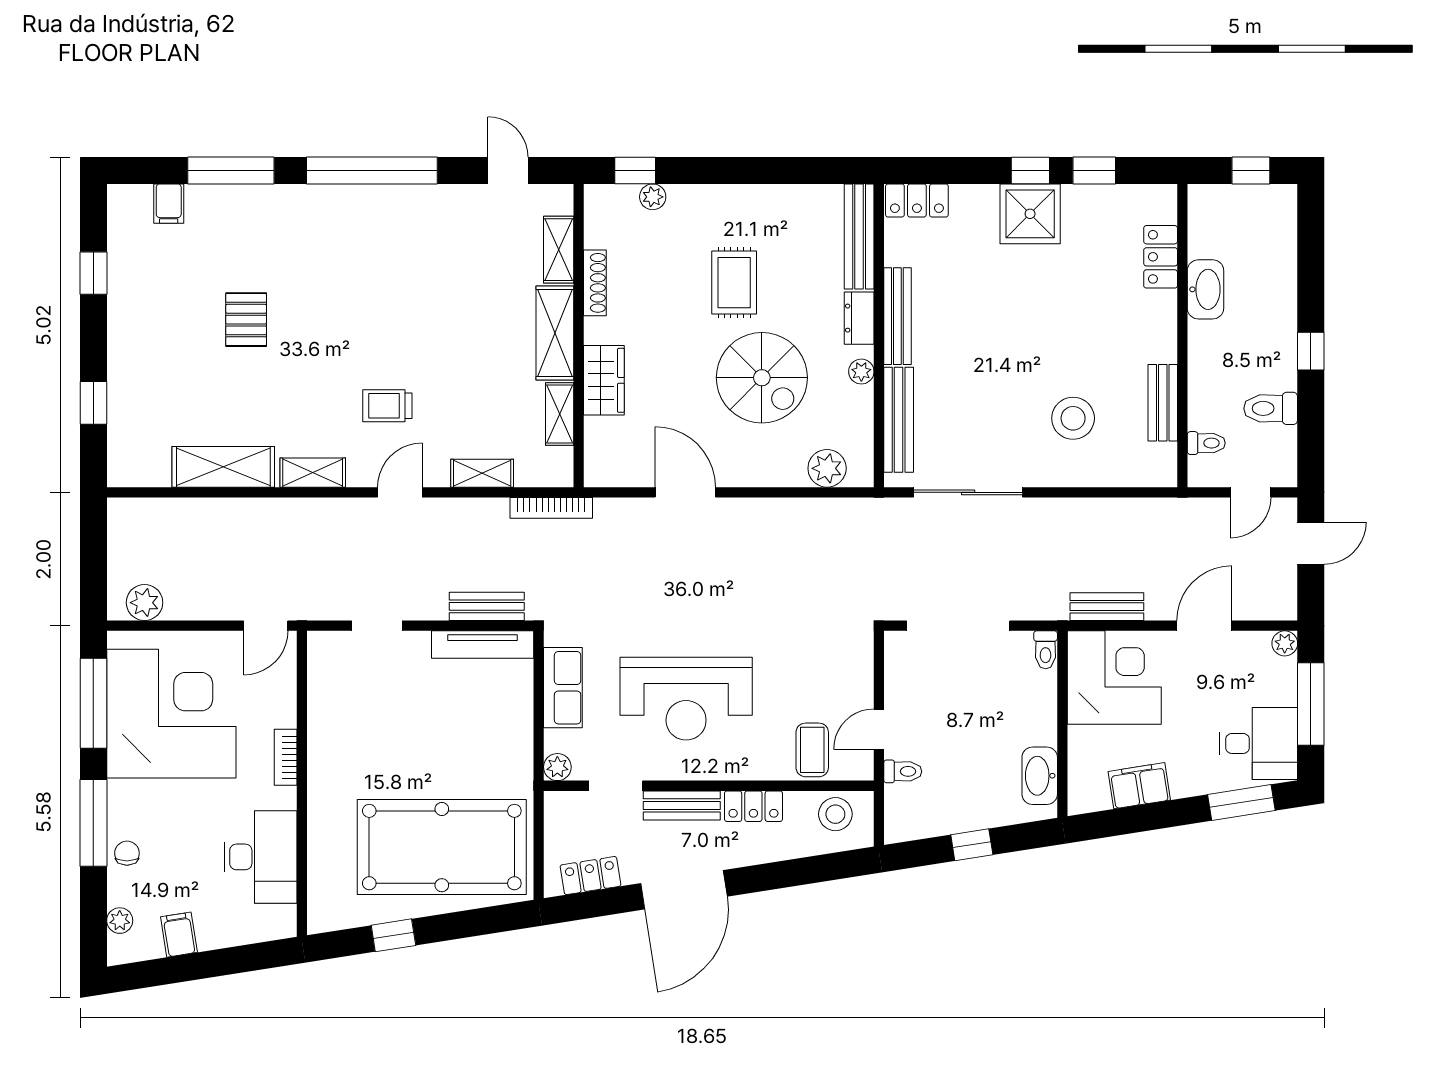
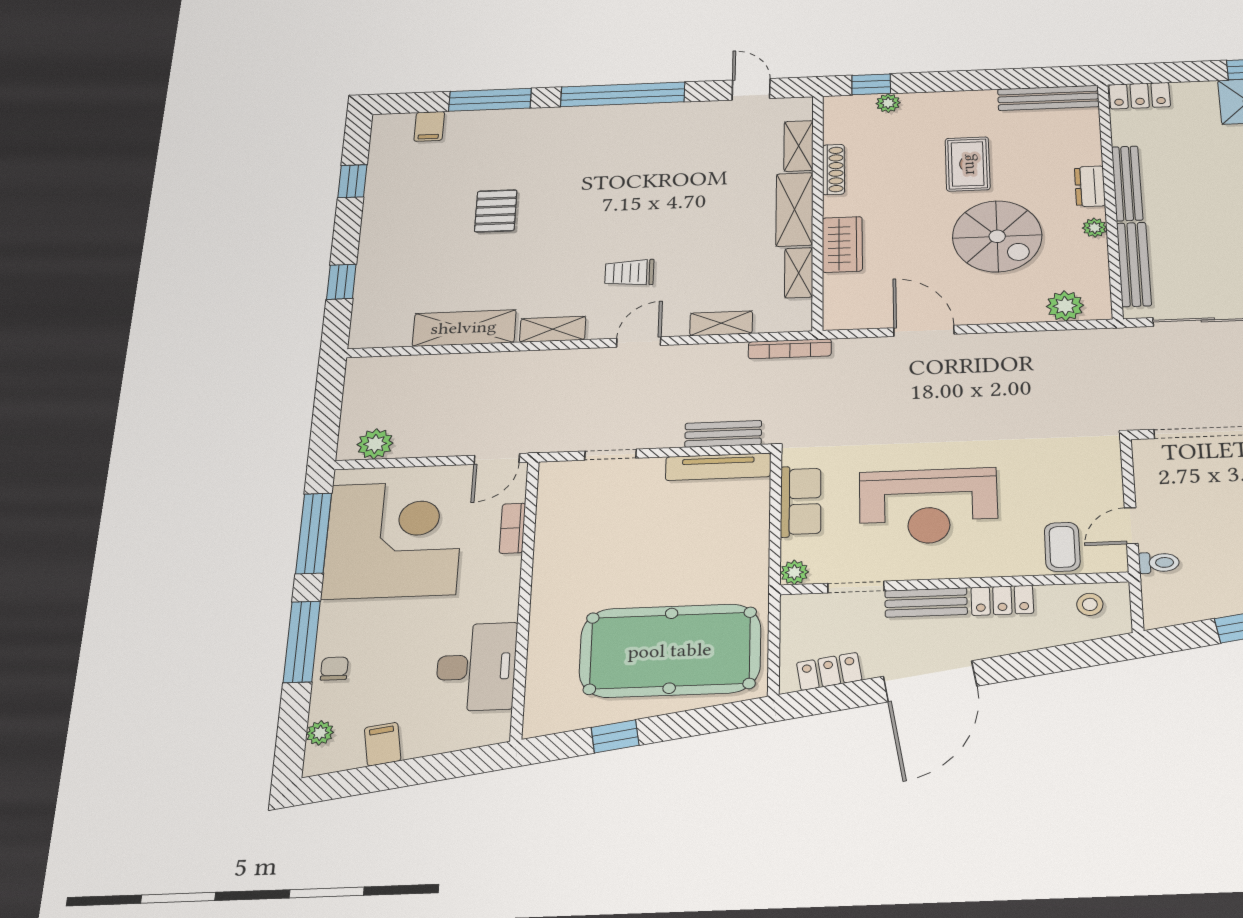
bench: (859, 237) -> (1048, 98), moved, turned 90
bookcase: (286, 757) -> (513, 528), moved
stool: (835, 814) -> (1090, 604), width x0.73, depth x0.73

